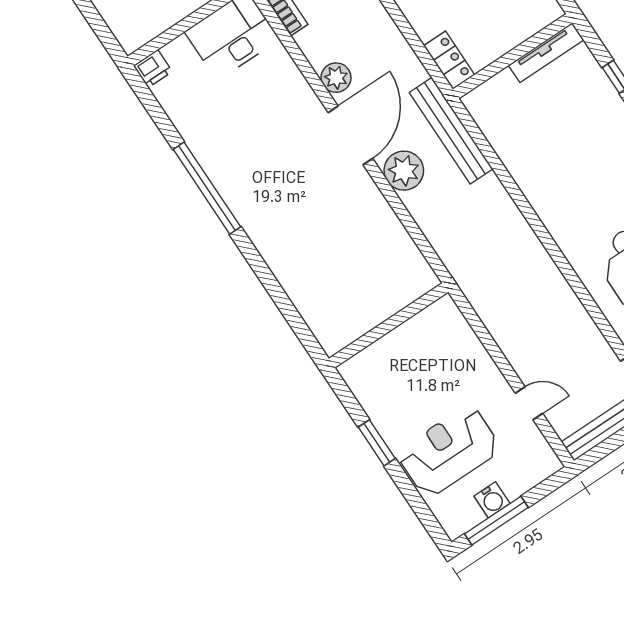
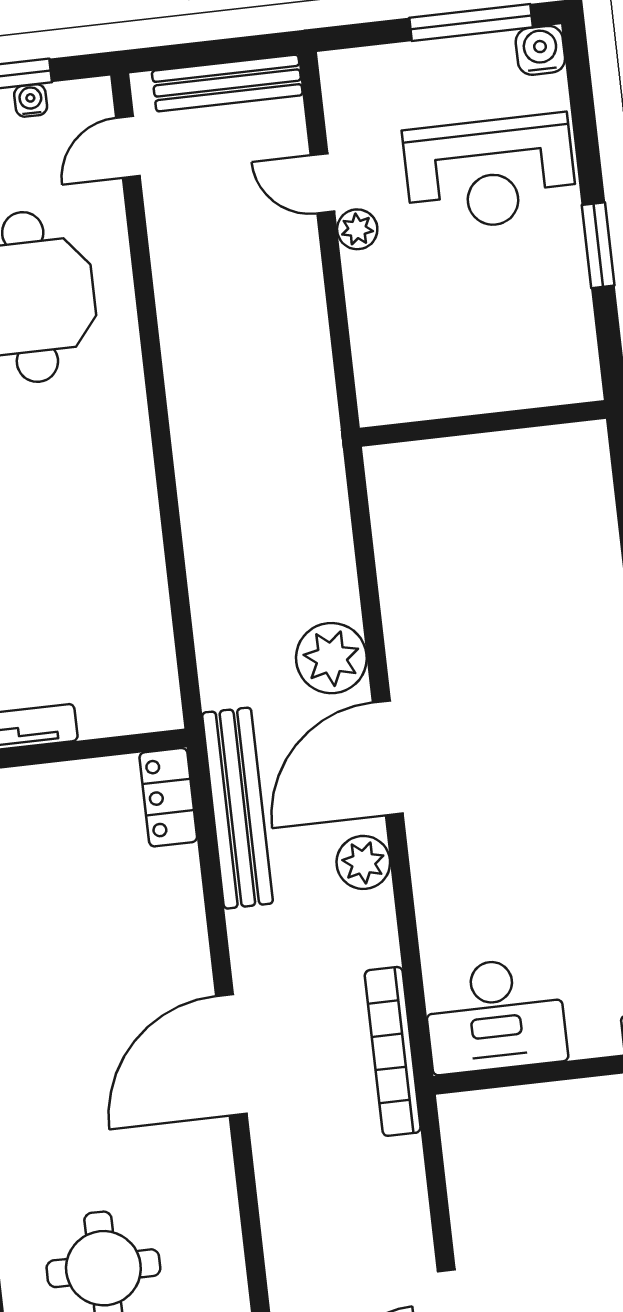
bench: (451, 131) -> (237, 808), moved
plant: (500, 389) -> (357, 229), added
water cooler: (492, 500) -> (540, 50), moved

